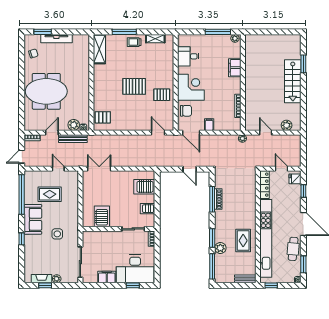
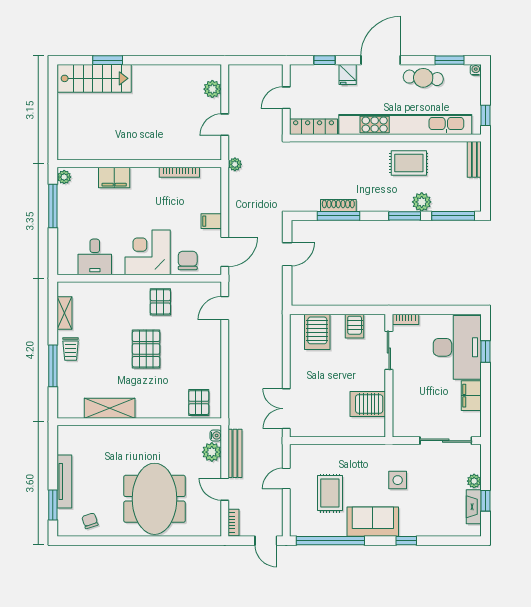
shelving: (99, 49) -> (110, 408), moved
stairs: (293, 81) -> (94, 78), moved
fridge: (295, 179) -> (348, 75), moved

